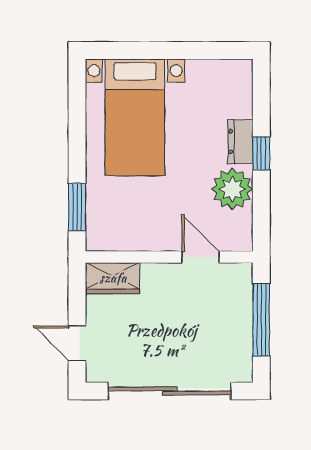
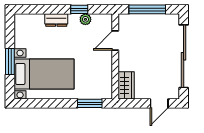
window: (159, 51) -> (10, 62), added
window: (261, 153) -> (79, 9), moved
plant: (232, 189) -> (85, 19), width x0.53, depth x0.53

